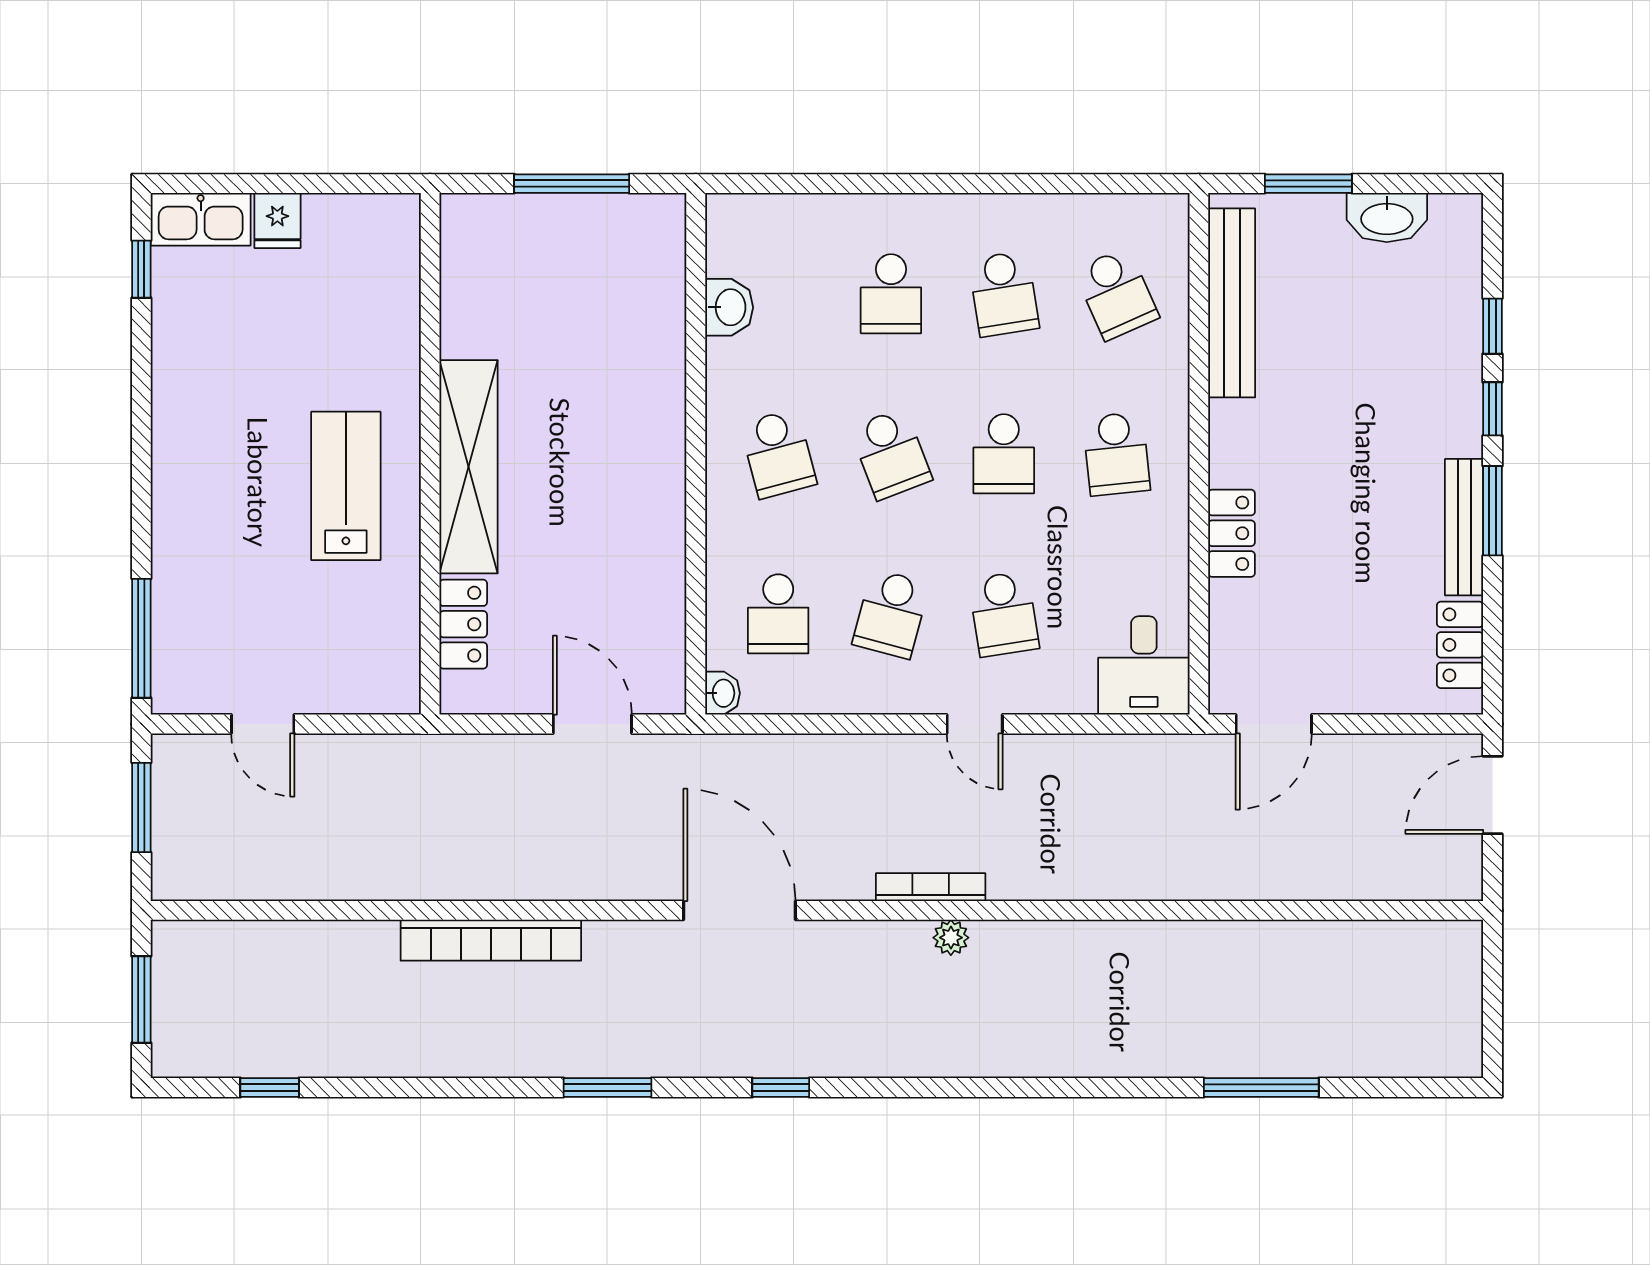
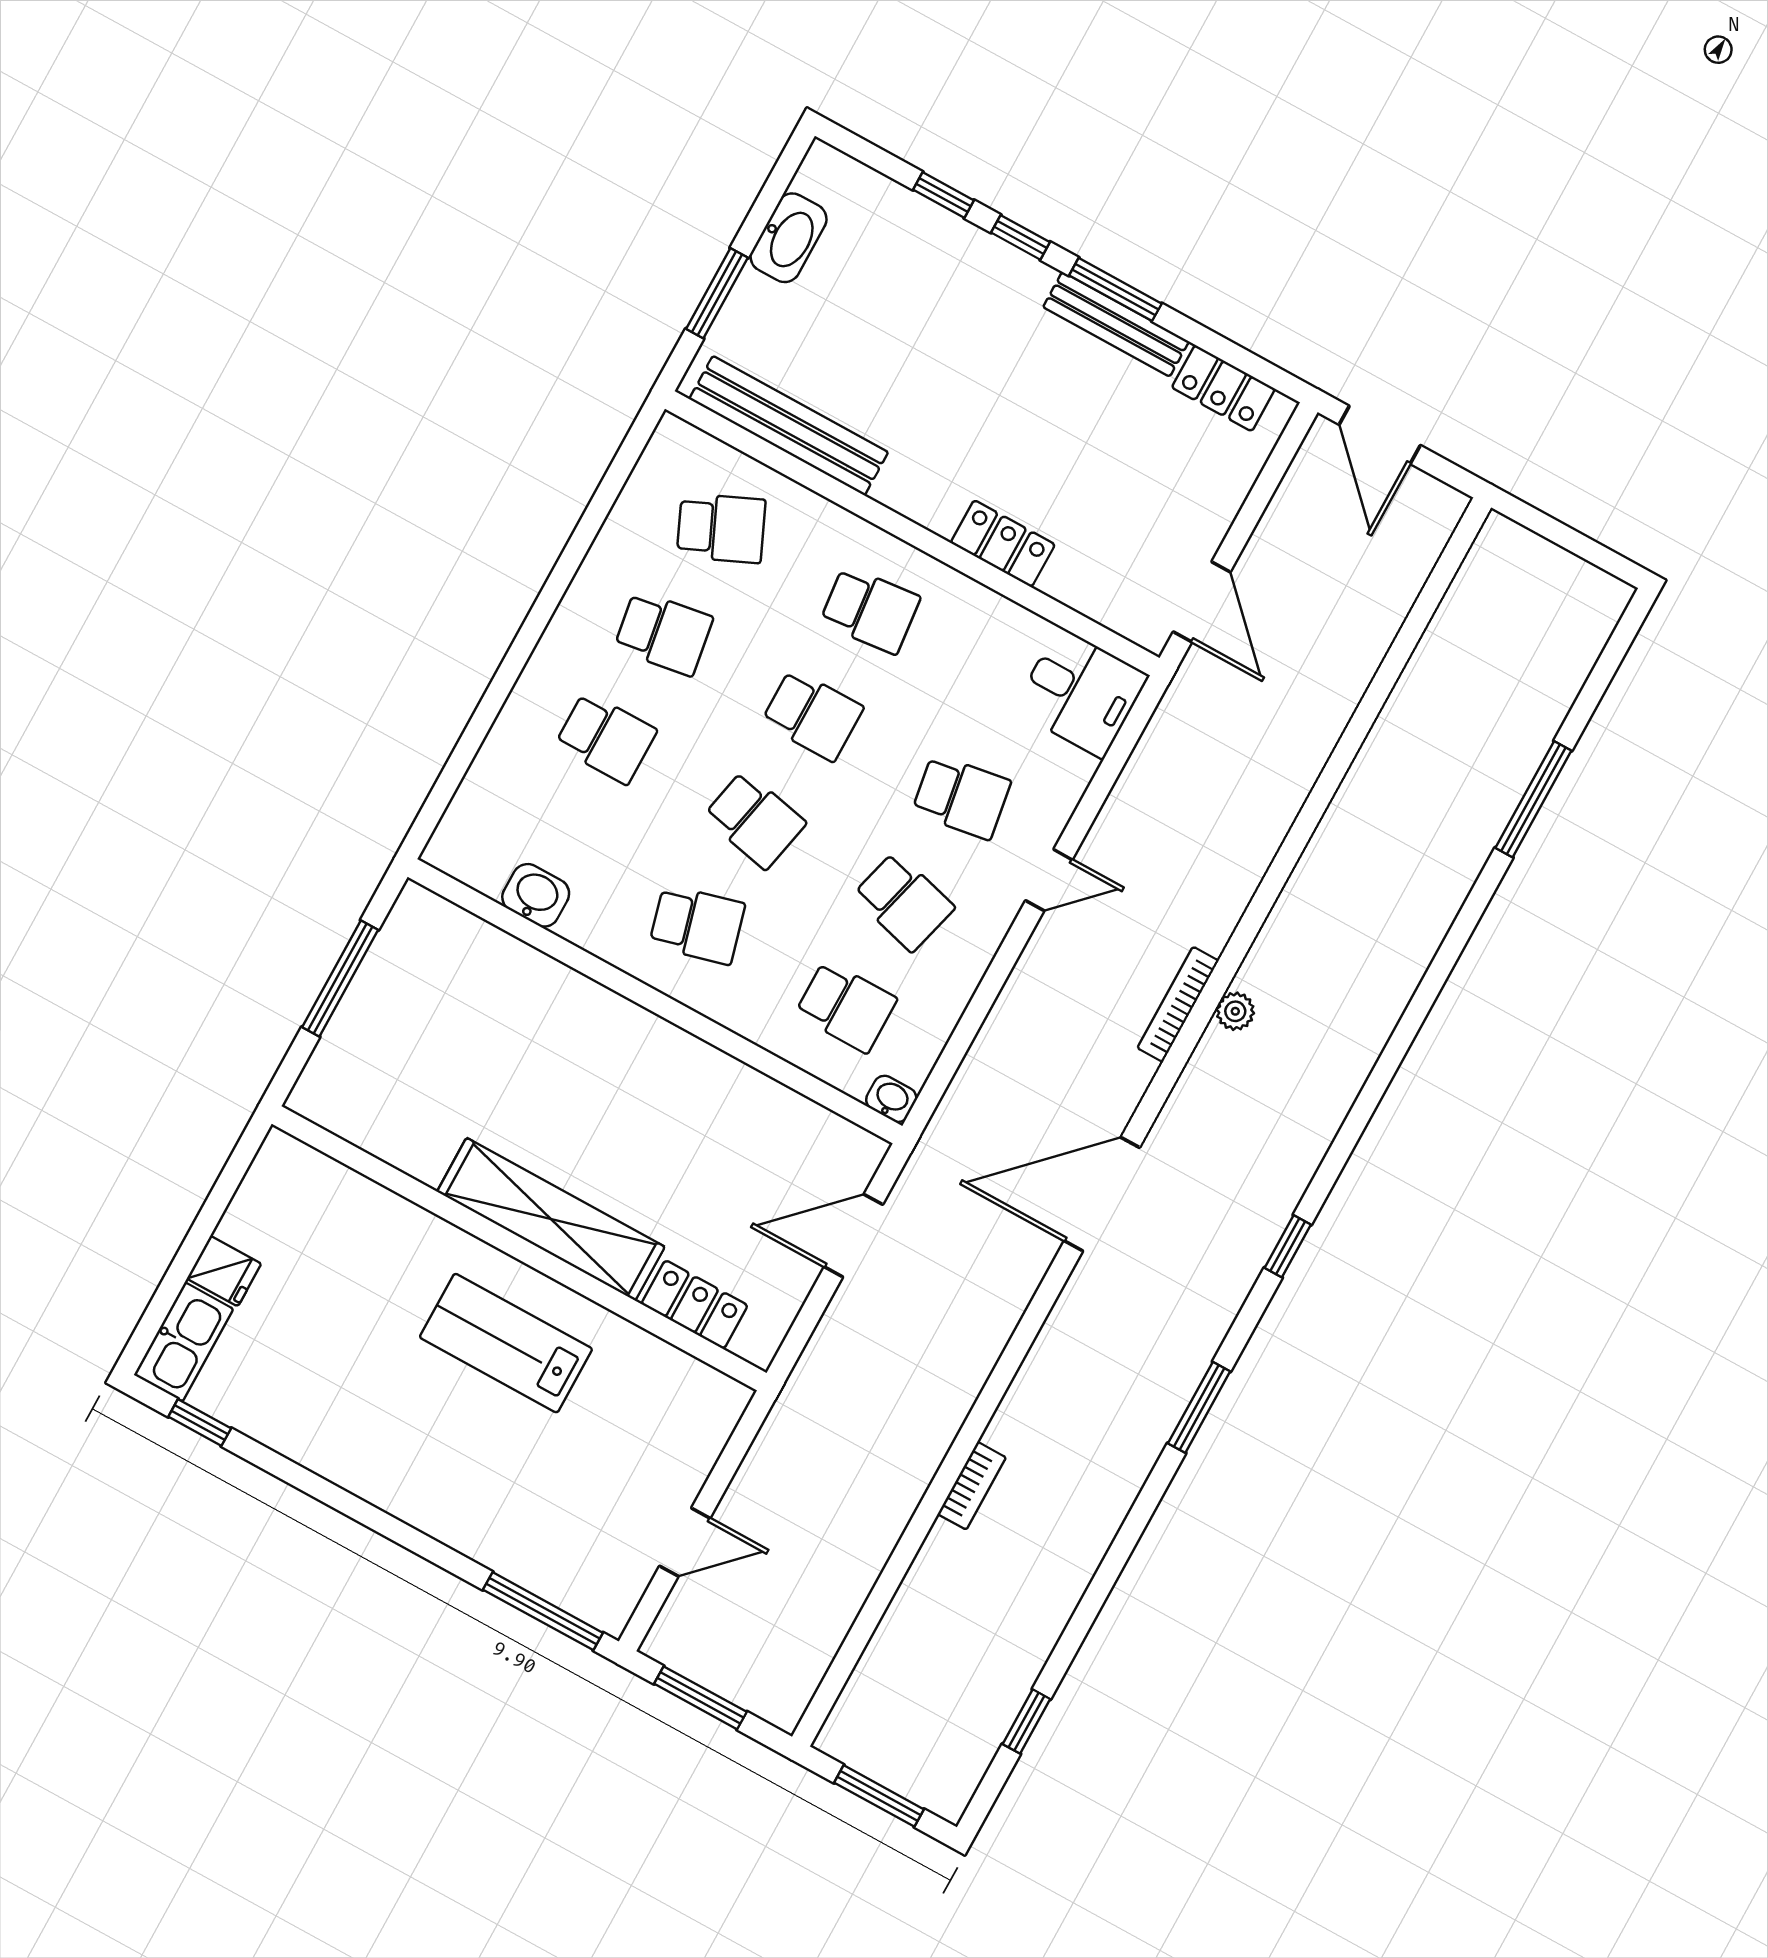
school desk: (891, 454) -> (755, 820), turned 33
bookcase: (491, 940) -> (972, 1486), width x0.43, depth x0.76

